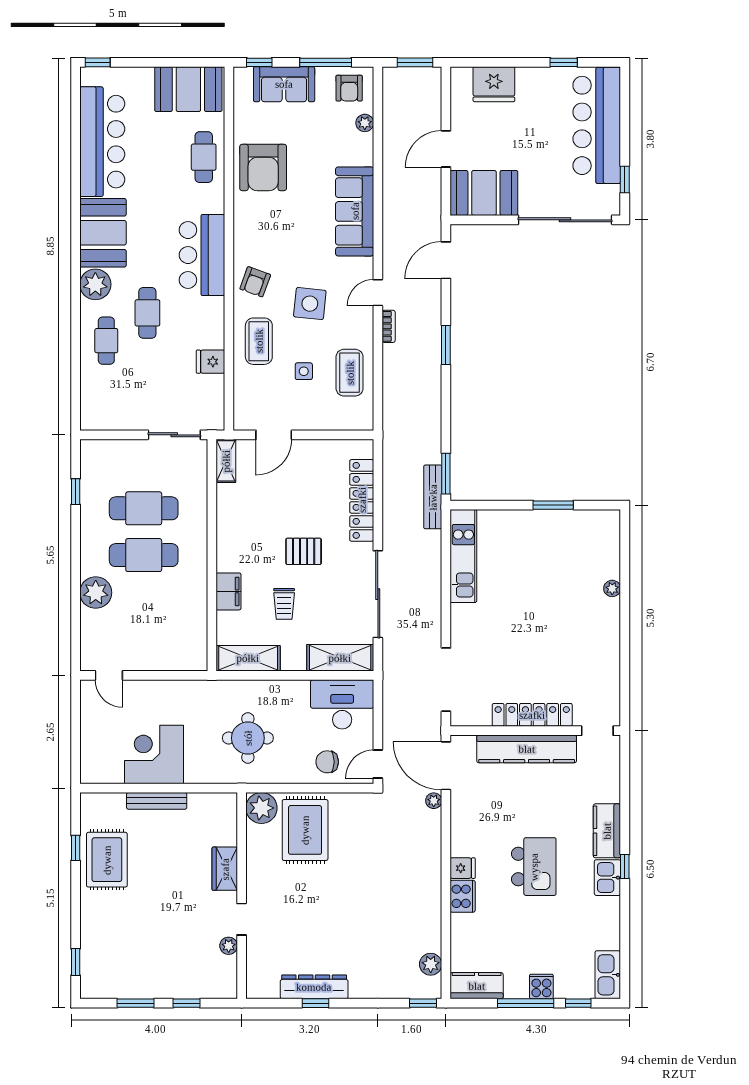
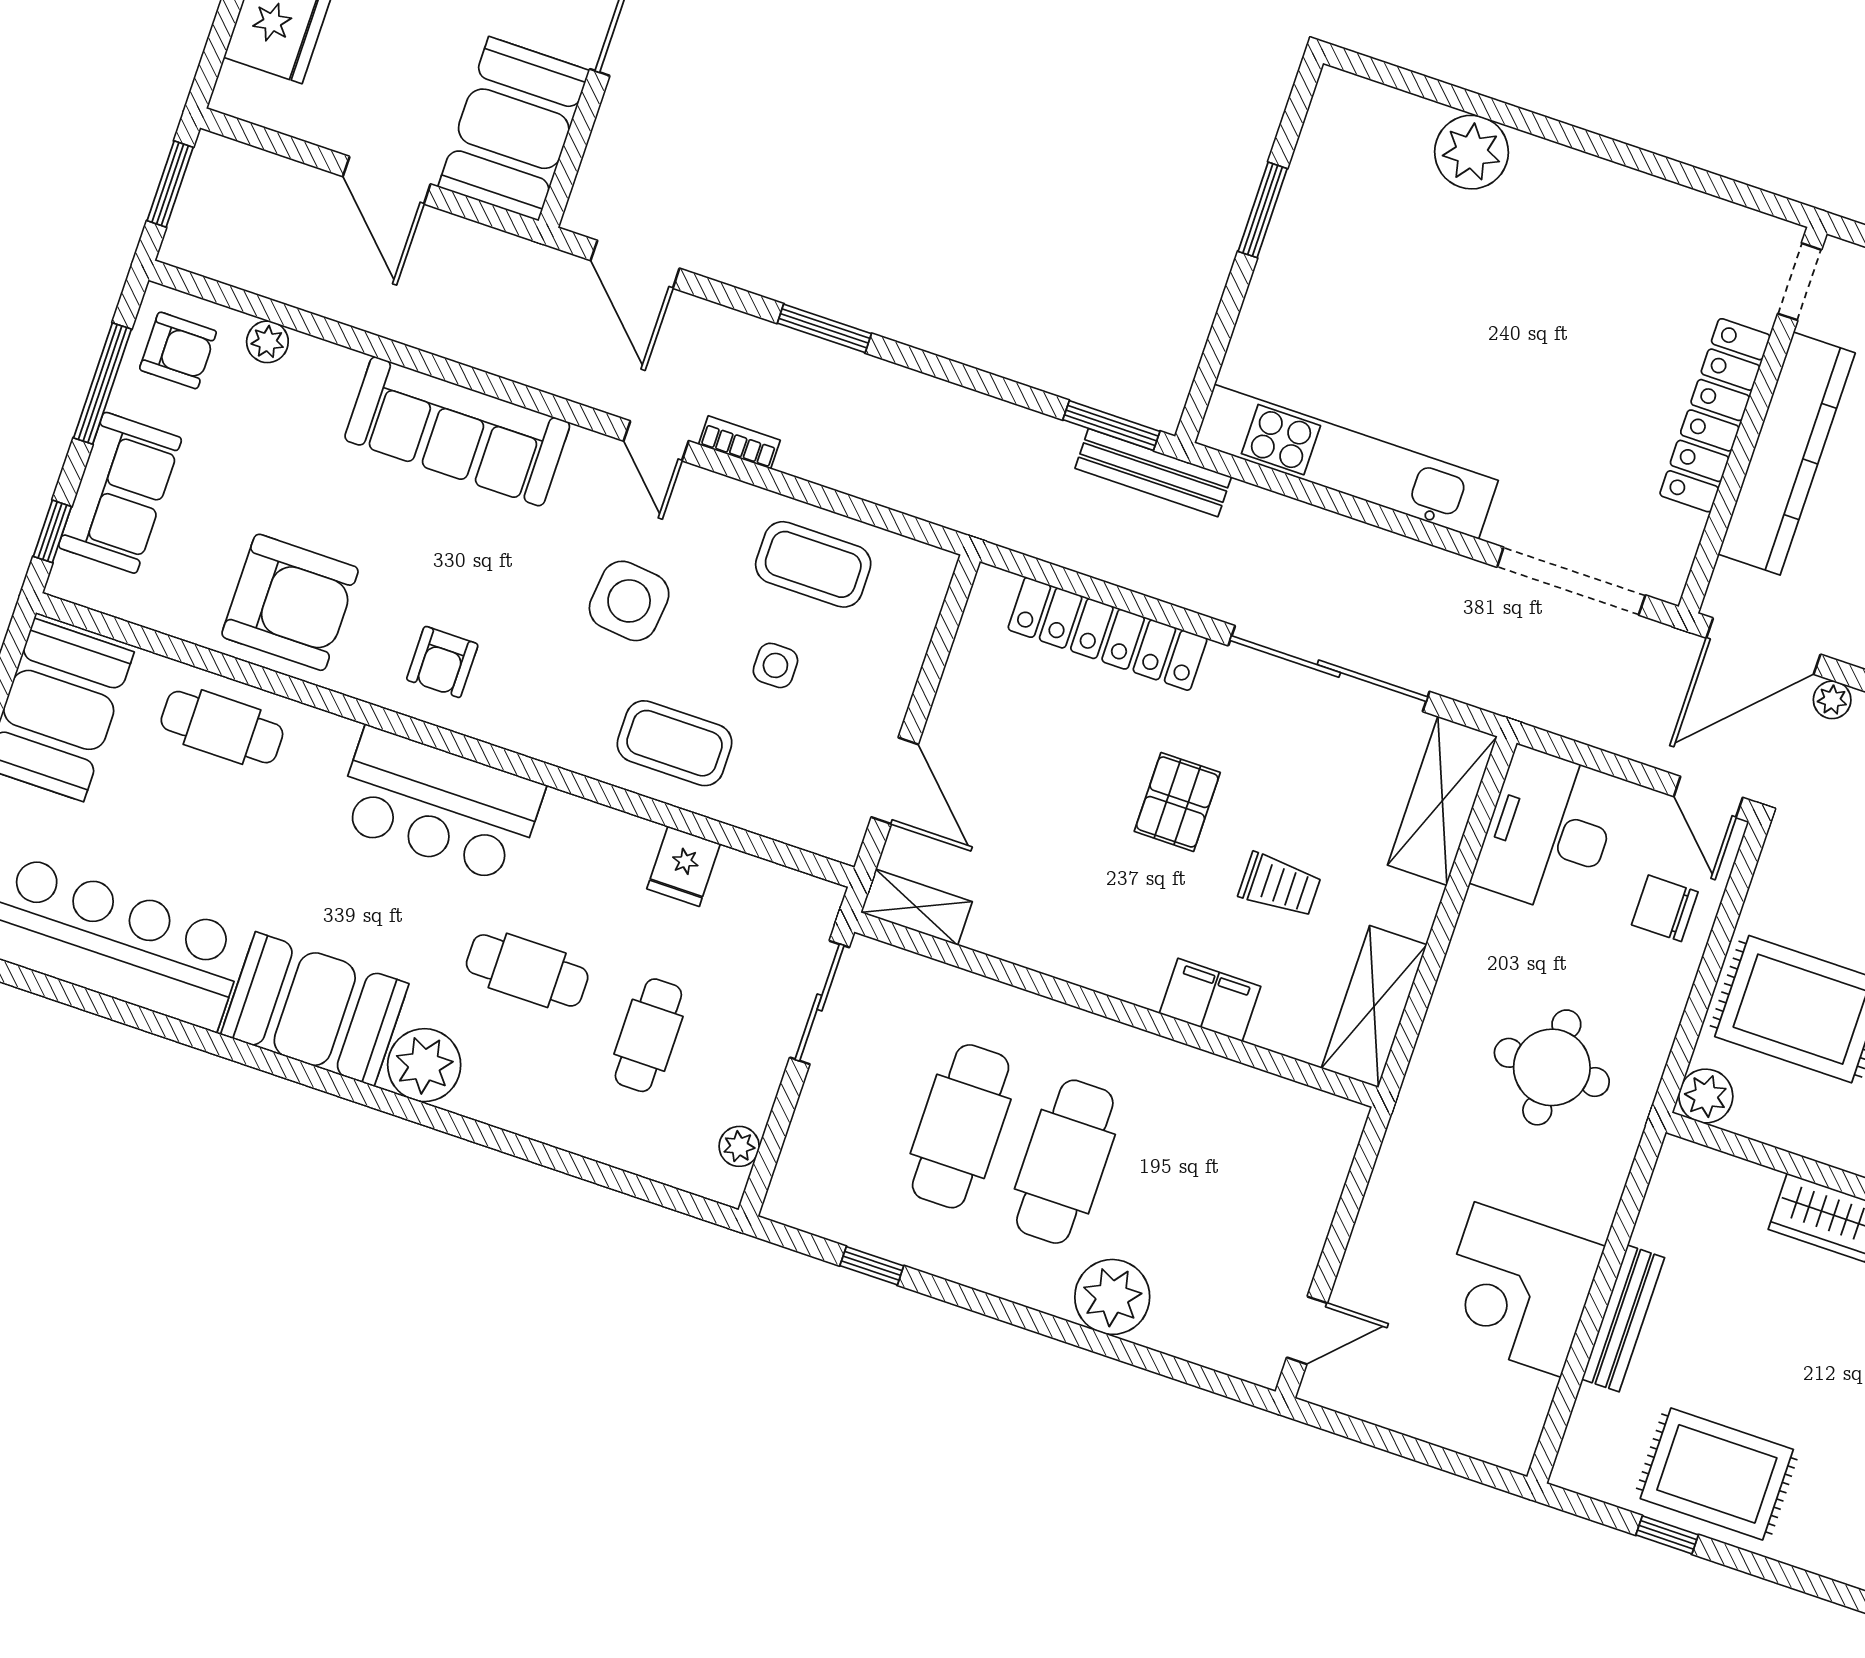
armchair: (255, 282) -> (442, 662), moved, turned 70
cafe table: (106, 341) -> (648, 1035), moved, turned 90
plant: (105, 422) -> (739, 1146), added
kitchen unit: (463, 556) -> (1346, 462), width x1.36
plant: (612, 588) -> (1472, 152), width x1.88, depth x1.88
chair: (327, 762) -> (1665, 908), turned 90
plant: (261, 808) -> (1706, 1096), width x0.73, depth x0.73

